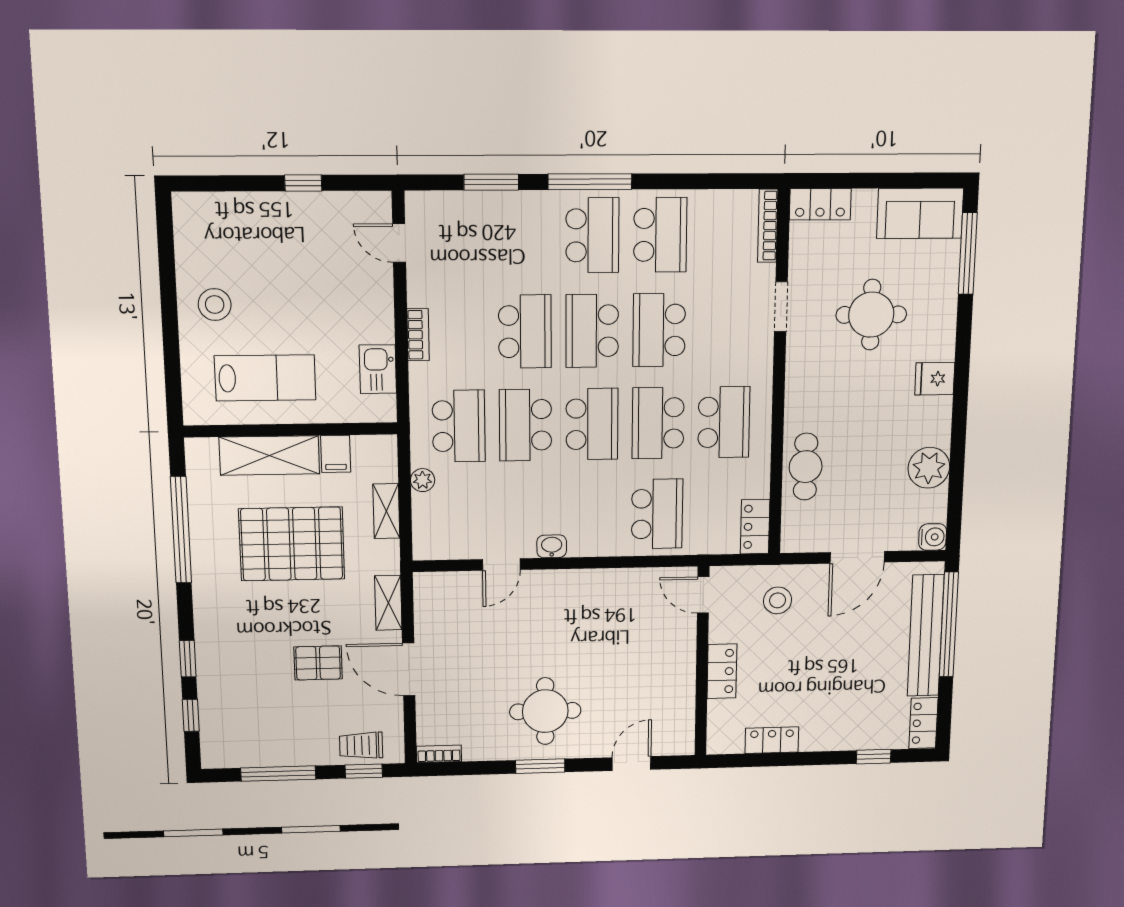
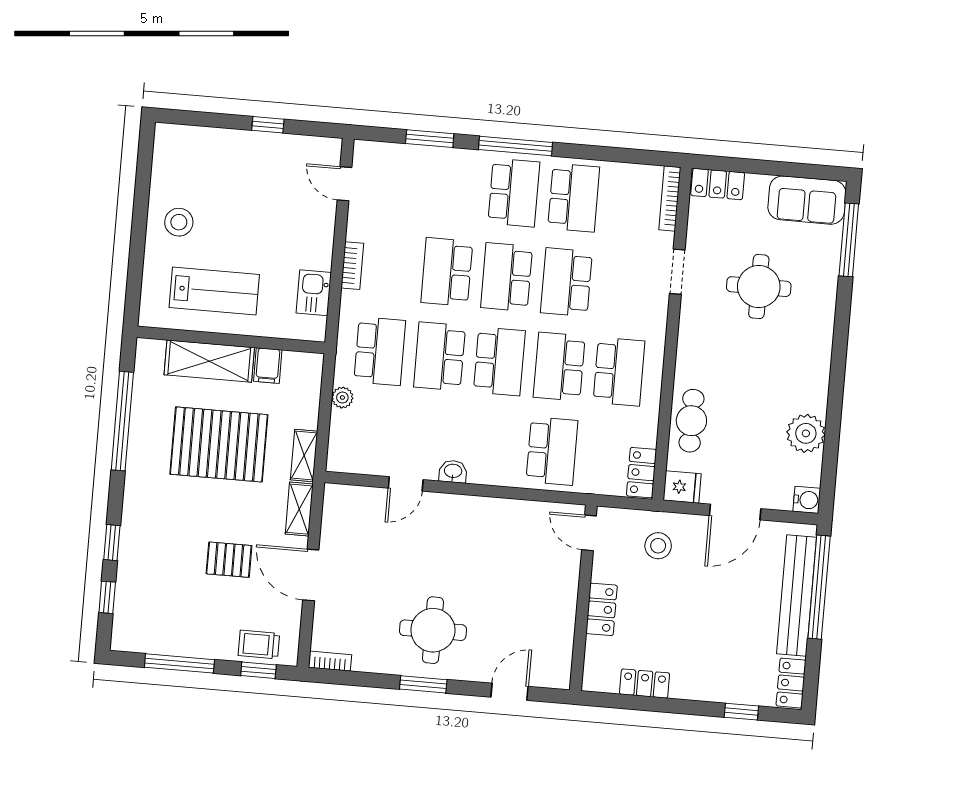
school desk: (525, 332) -> (447, 272), turned 180
fridge: (935, 379) -> (682, 487), moved, turned 180
shelving: (386, 511) -> (304, 455), moved

